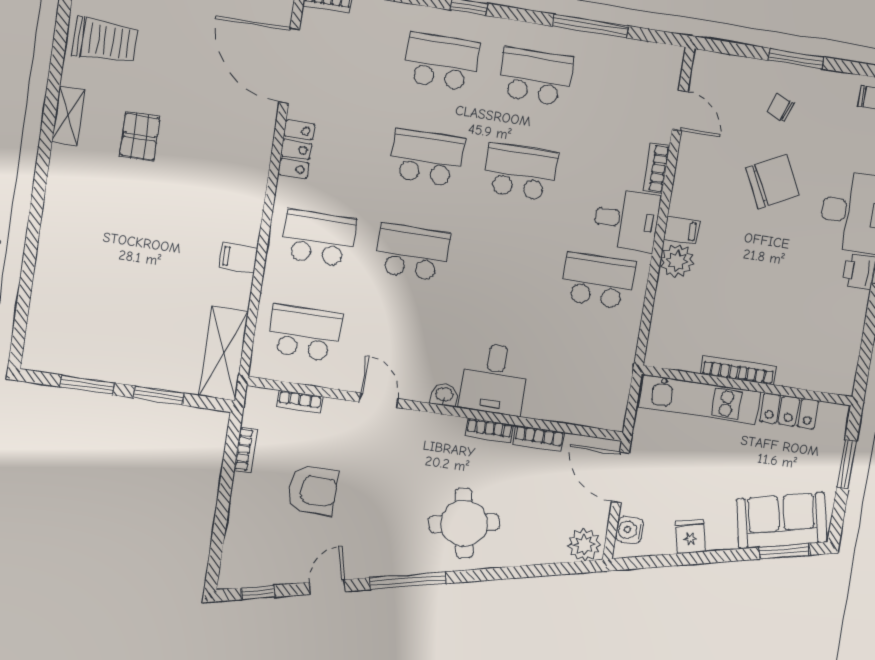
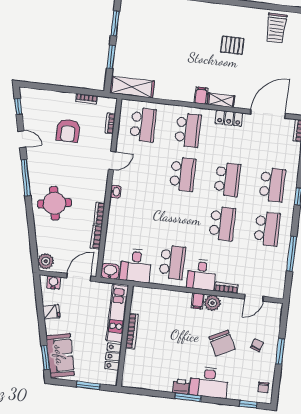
shelving: (68, 116) -> (221, 100), moved
filing cabinet: (239, 258) -> (201, 96), moved
plant: (677, 261) -> (212, 303), moved
desk: (494, 379) -> (136, 266), moved, turned -90
washbasin: (611, 412) -> (110, 271), added

